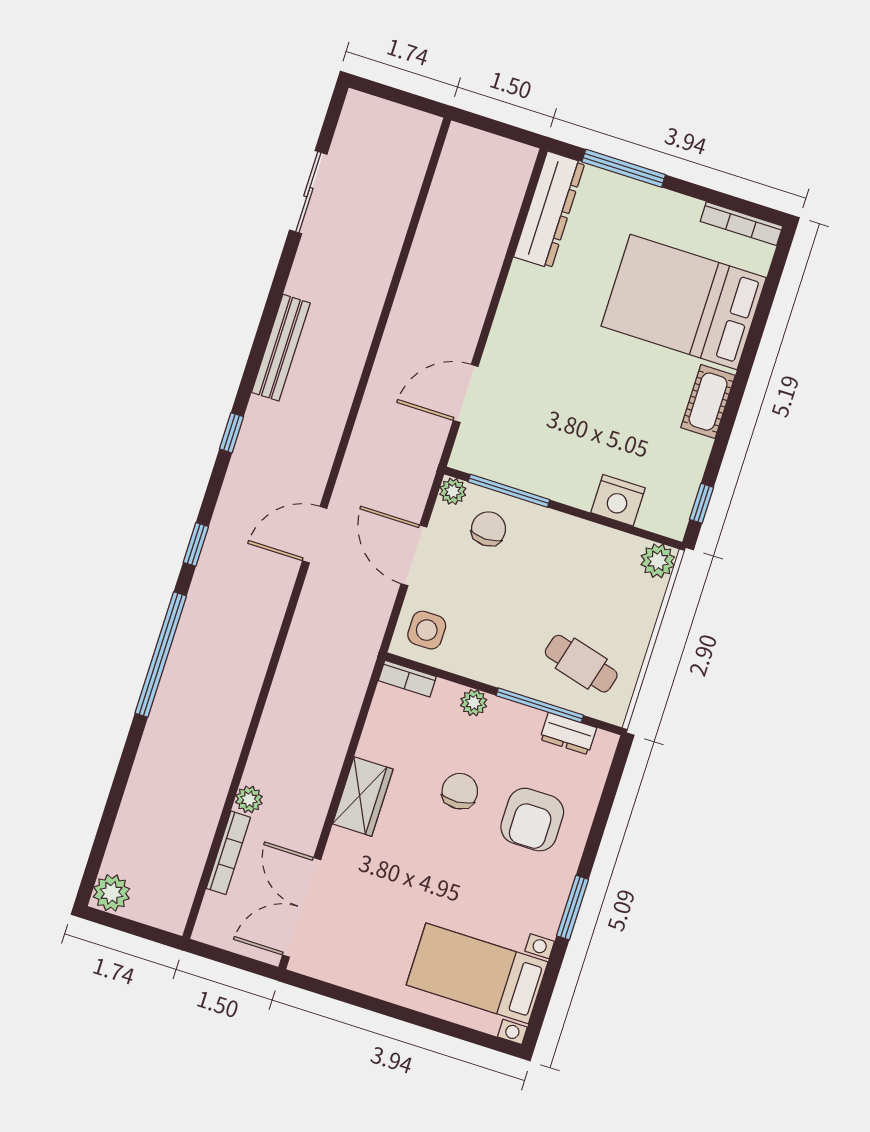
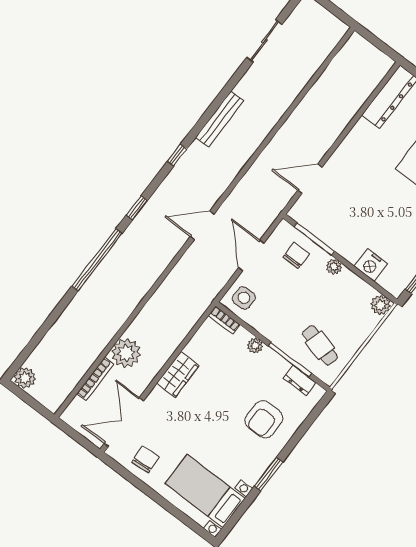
plant: (453, 491) -> (334, 267), moved
chair: (460, 791) -> (146, 459), moved
plant: (249, 799) -> (126, 353), width x1.88, depth x1.88

